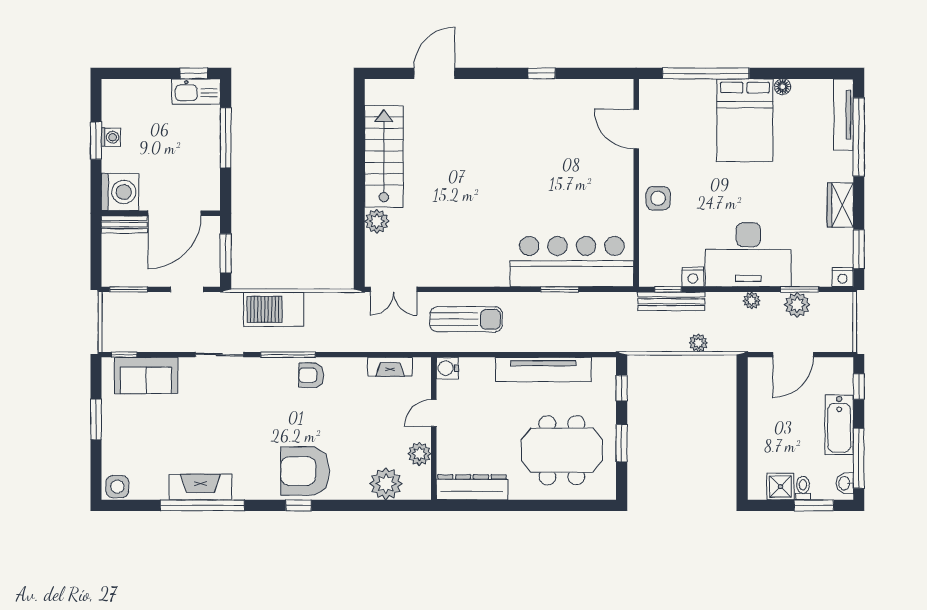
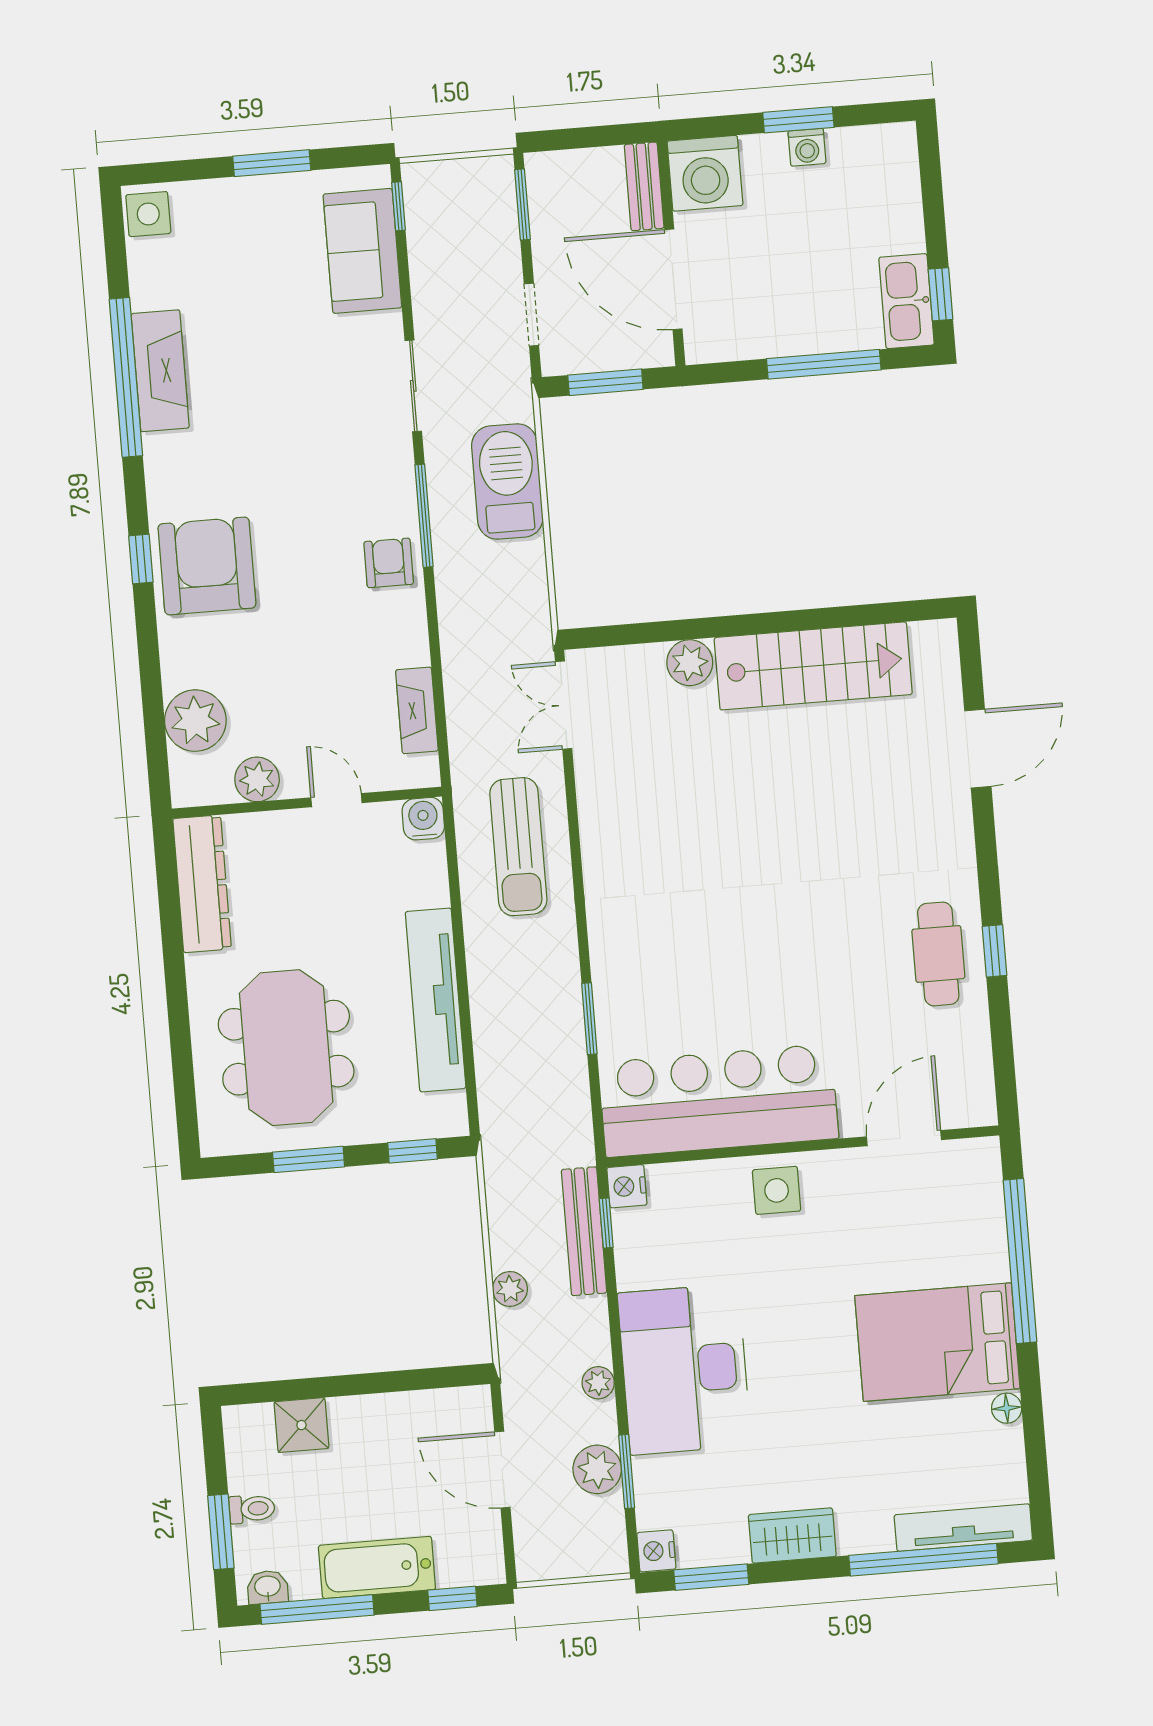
door: (434, 73) -> (978, 749), hinge flipped
cafe table: (541, 103) -> (938, 954), added
bar counter: (572, 262) -> (718, 1101), moved, turned -90
nightstand: (693, 277) -> (627, 1186), moved
shower: (780, 487) -> (301, 1425), moved

